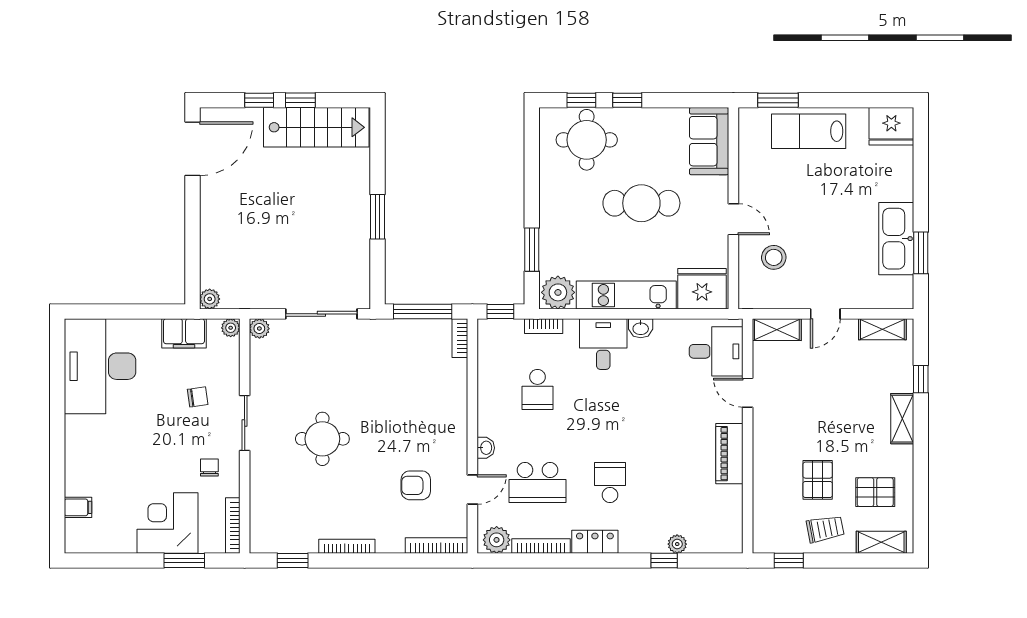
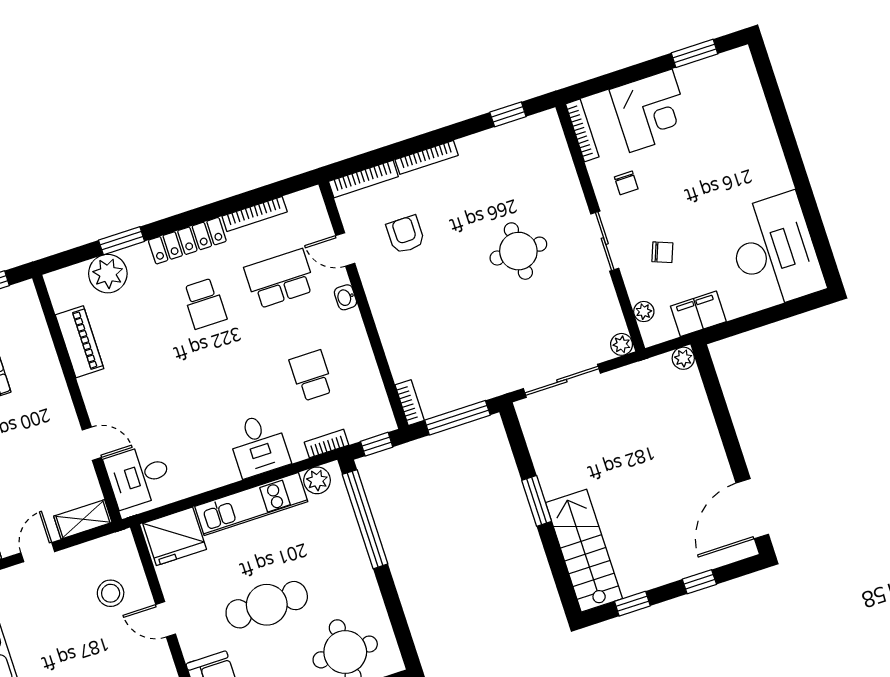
window: (300, 100) -> (632, 604), moved
stairs: (316, 127) -> (584, 551), moved, turned 90
window: (532, 250) -> (365, 519), width x2.11
plant: (558, 292) -> (317, 480), width x0.73, depth x0.73
plant: (231, 328) -> (644, 312), moved
washbasin: (641, 328) -> (225, 474), removed
chair: (198, 397) -> (662, 252), turned -151
piano: (729, 454) -> (80, 342), moved
armchair: (416, 485) -> (405, 234), turned -90
door: (472, 489) -> (345, 249), hinge flipped
filing cabinet: (78, 507) -> (749, 97), removed
plant: (497, 540) -> (303, 205), removed
locker: (595, 542) -> (187, 241), width x1.53
plant: (677, 544) -> (108, 274), width x1.88, depth x1.88
bookcase: (347, 546) -> (427, 157), moved
window: (184, 561) -> (695, 53), moved
window: (664, 561) -> (122, 241), width x1.50

